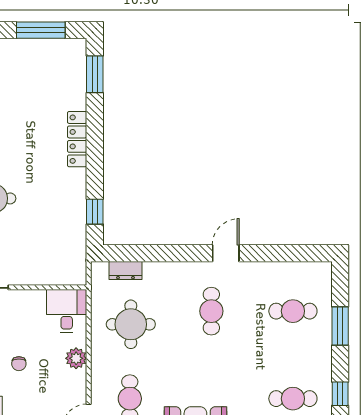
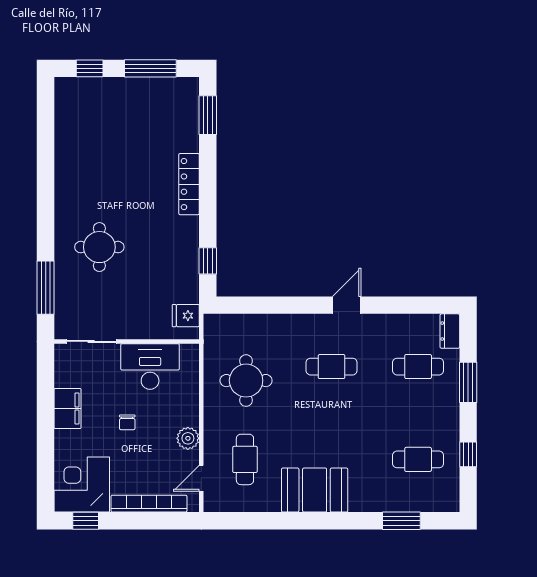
fridge: (74, 263) -> (186, 316), added
dresser: (126, 270) -> (450, 331), moved, turned 90
desk: (67, 311) -> (150, 367), moved, width x1.37
cafe table: (211, 311) -> (332, 367), turned 90
plant: (76, 358) -> (188, 438), moved

